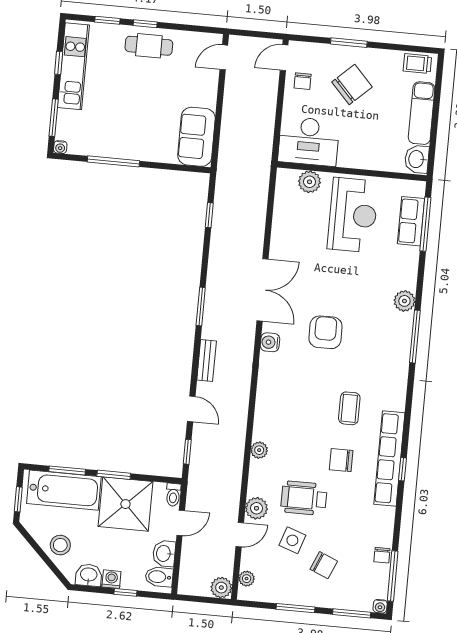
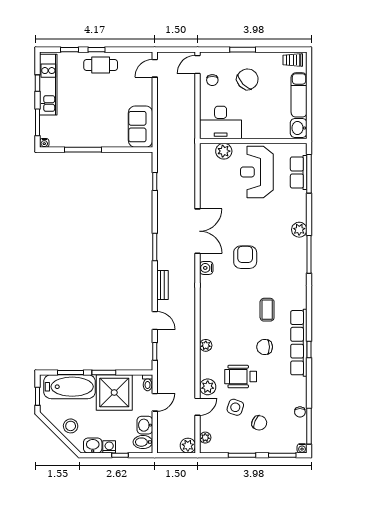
reception desk: (353, 215) -> (257, 172), turned 180

